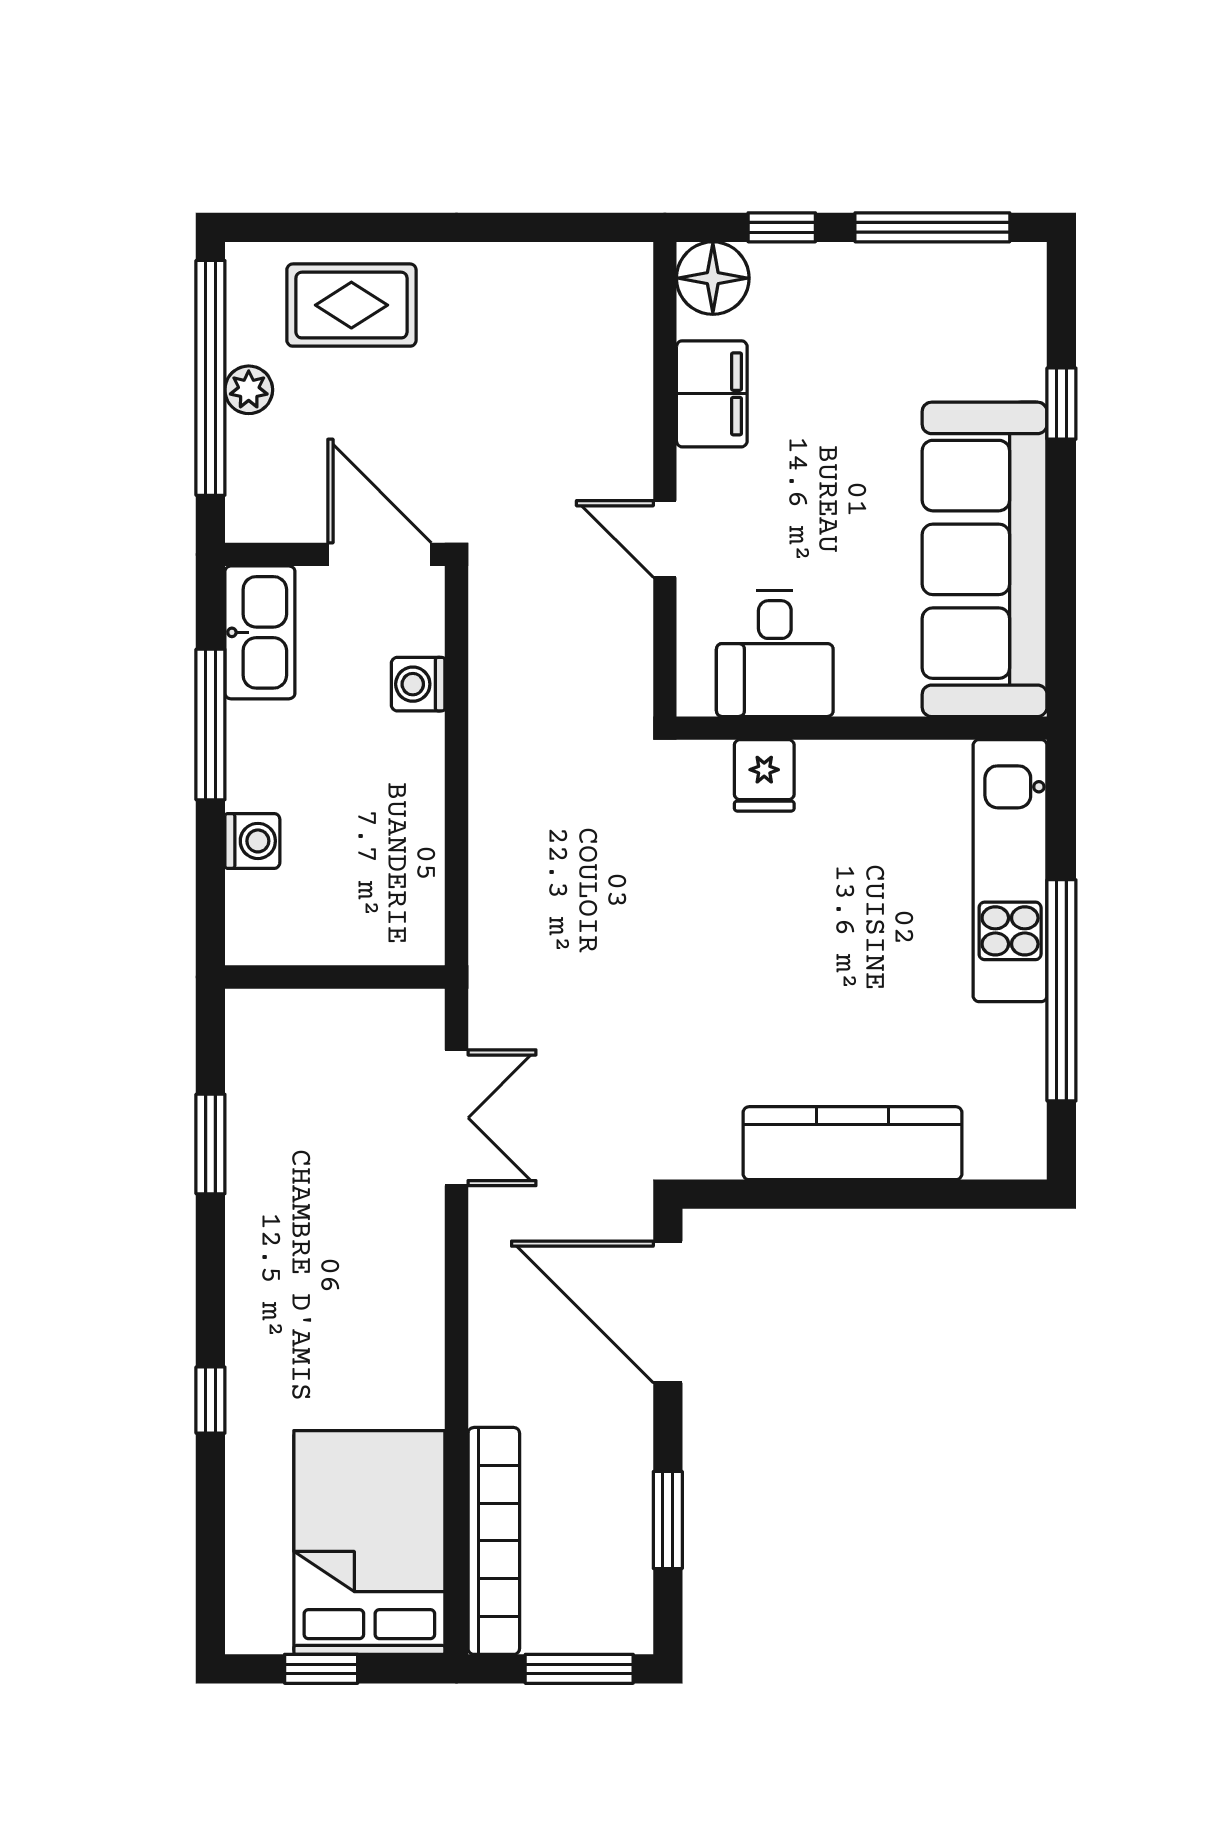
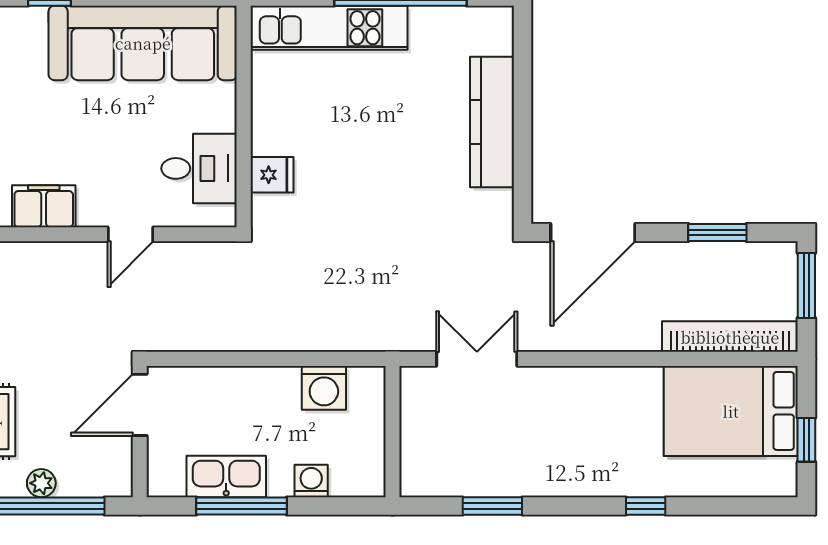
kitchen sink: (260, 632) -> (226, 476), moved
washing machine: (418, 684) -> (324, 388), moved, width x1.38, depth x1.38

